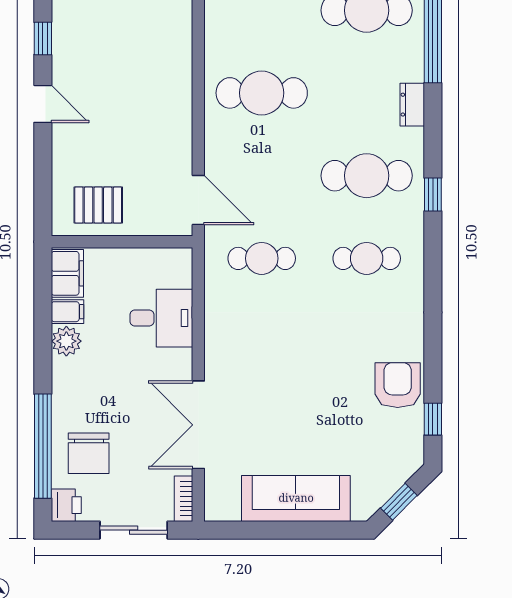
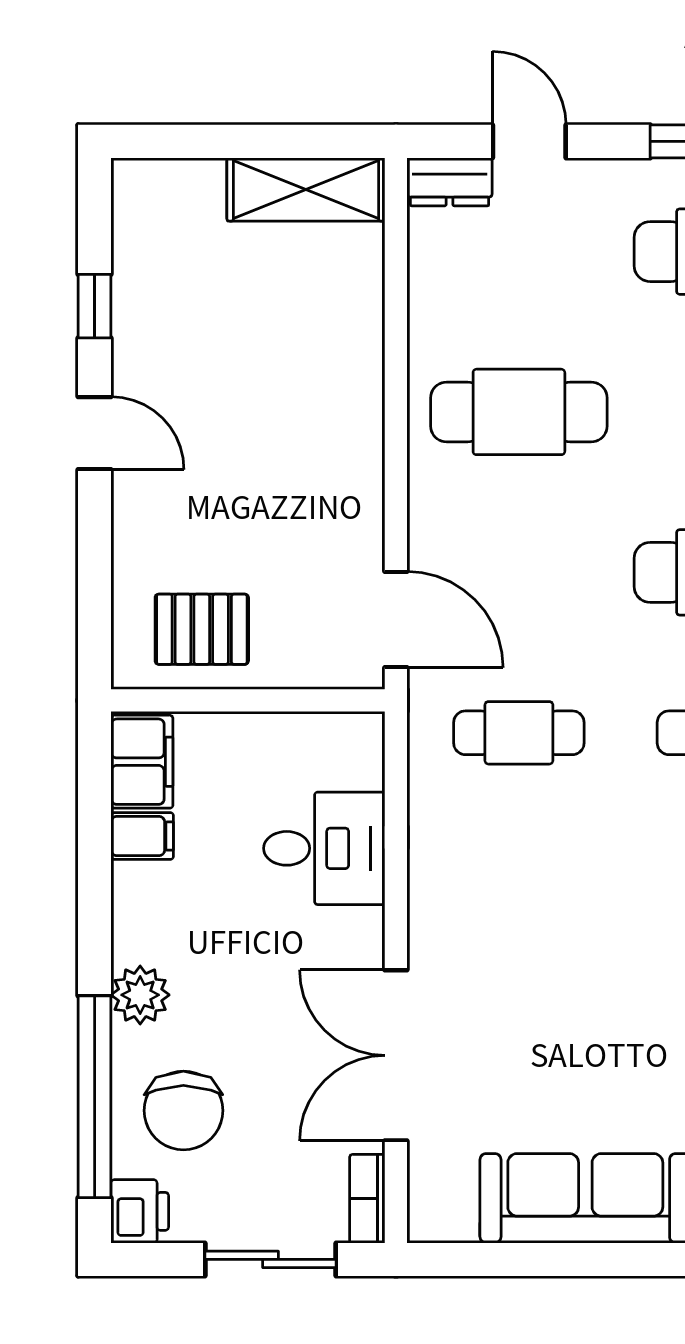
plant: (66, 341) -> (140, 995), moved

